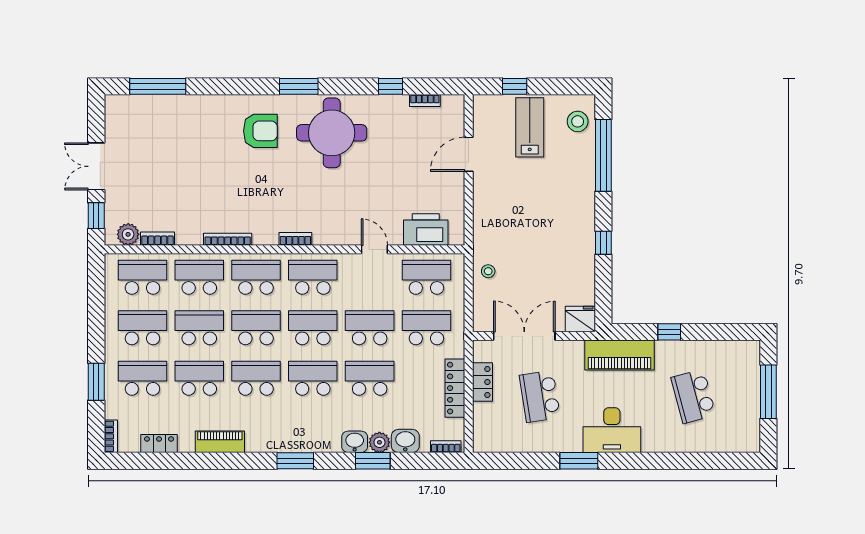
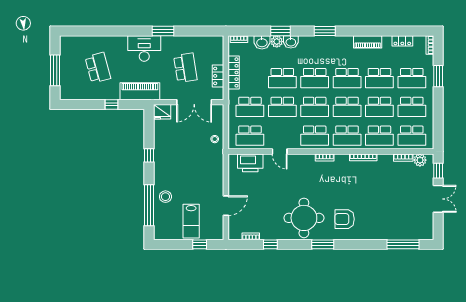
stool: (578, 121) -> (165, 197), moved

